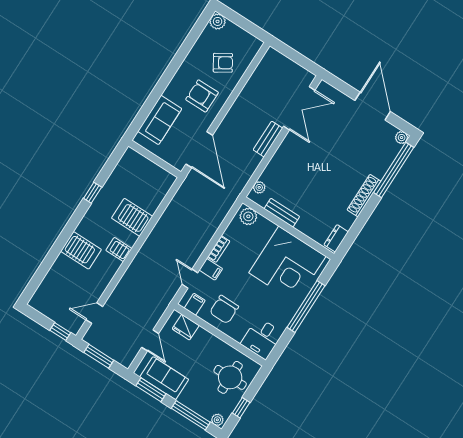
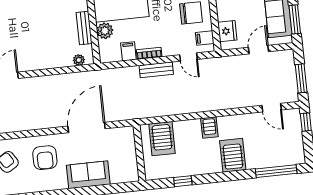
bench: (268, 139) -> (156, 70), moved
wall: (155, 159) -> (139, 153), moved
plant: (248, 216) -> (105, 31), moved
server rack: (132, 217) -> (162, 139), moved
filing cabinet: (211, 269) -> (128, 51), moved
window: (40, 275) -> (276, 171), added
door: (190, 279) -> (188, 57), hinge flipped

